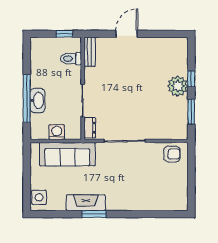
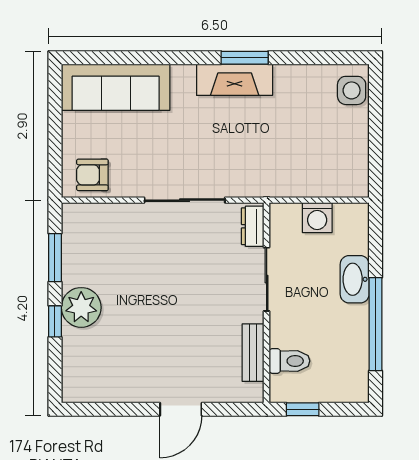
bench: (90, 52) -> (253, 353), moved
window: (27, 98) -> (376, 324), moved
sofa: (67, 154) -> (116, 87), moved, turned 180
fireplace: (86, 203) -> (235, 80), moved

